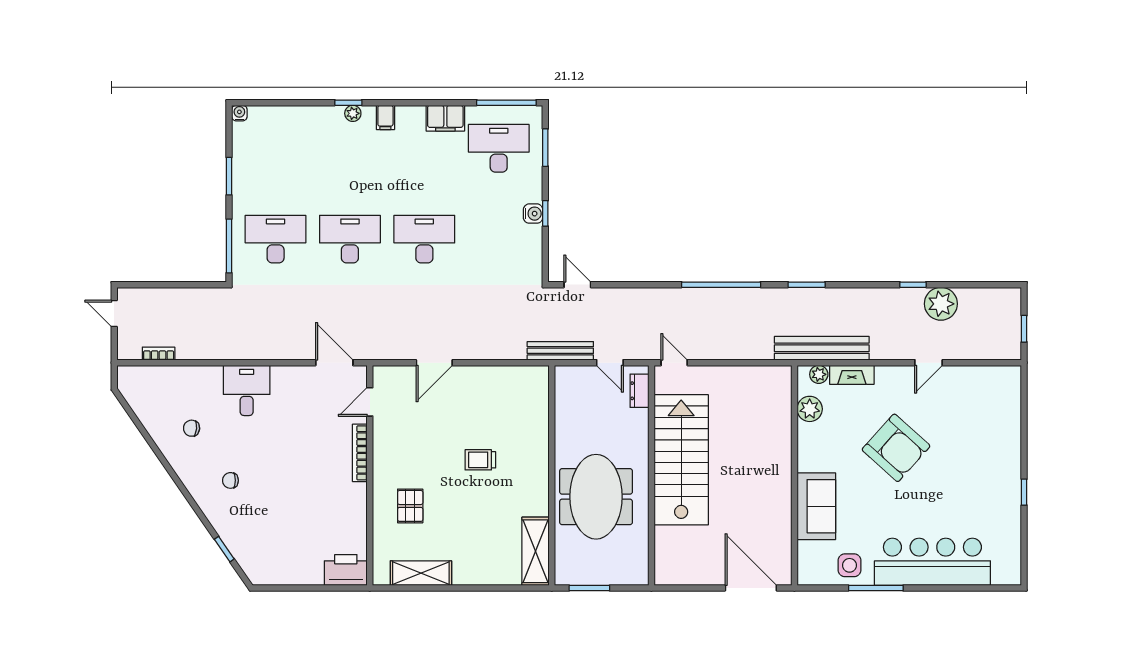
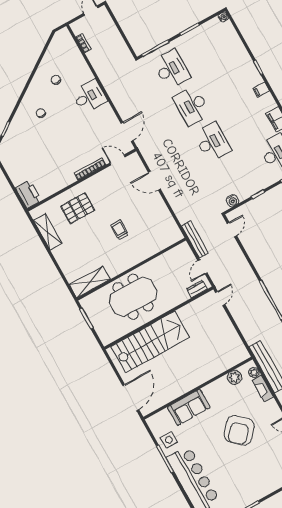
plant: (353, 113) -> (254, 73), removed
water cooler: (533, 214) -> (232, 201), moved
desk: (350, 239) -> (192, 106), turned 180
stairs: (681, 460) -> (150, 342), moved
pallet: (410, 506) -> (78, 208), width x1.50, depth x1.42

